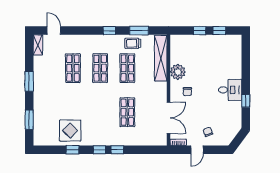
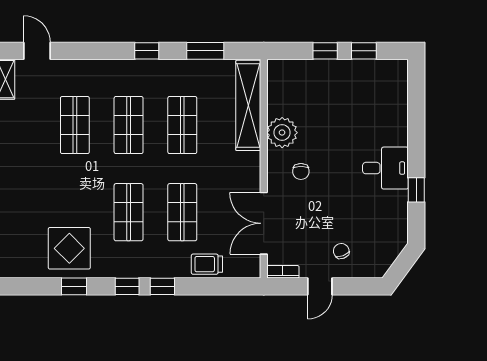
trolley: (133, 43) -> (207, 264), moved
shop shelf: (100, 112) -> (129, 212), added
double door: (169, 118) -> (264, 223), swing flipped

